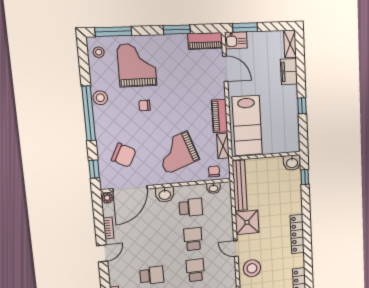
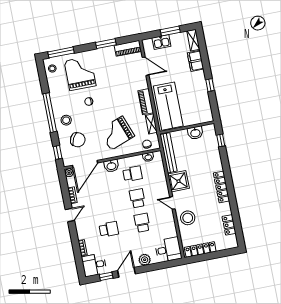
window: (245, 27) -> (170, 31), moved
kitchen sink: (236, 40) -> (161, 42), moved
stool: (100, 98) -> (66, 120), moved
washbasin: (292, 163) -> (195, 133), moved

